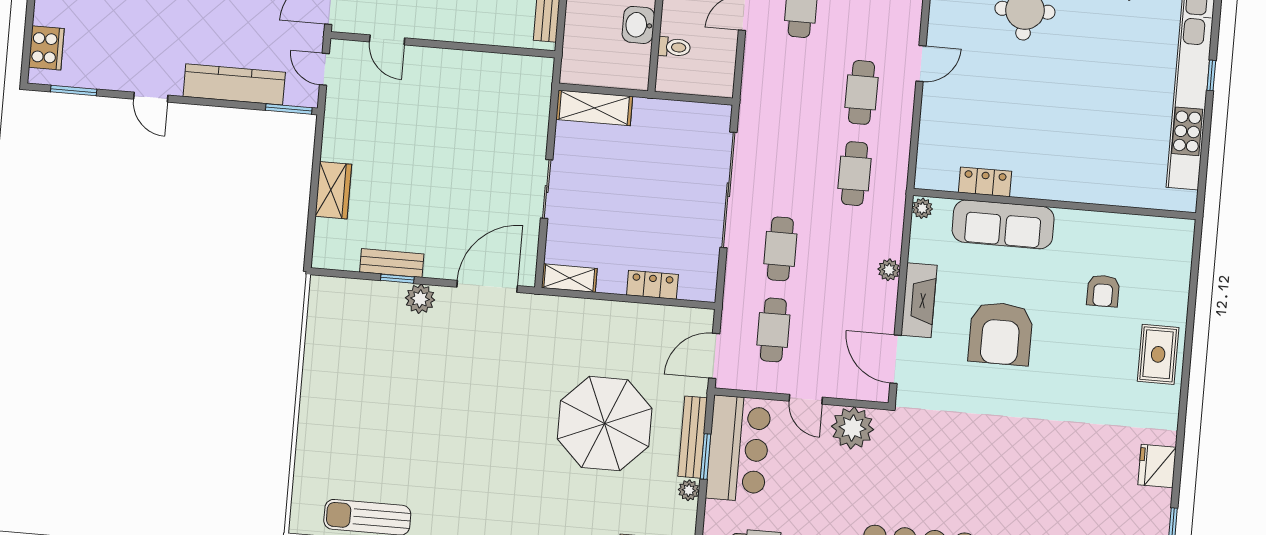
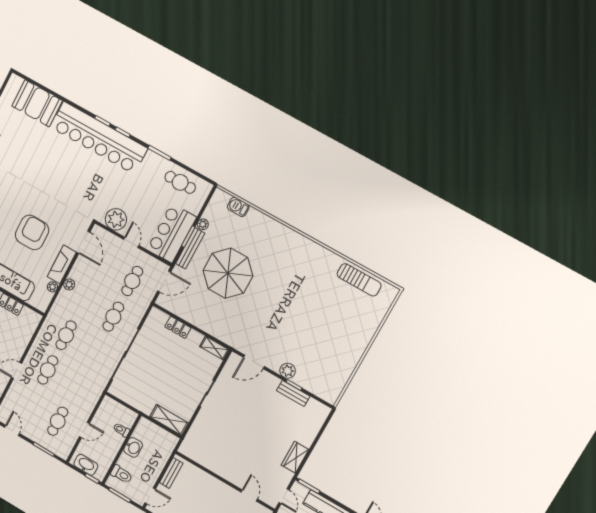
wardrobe: (333, 190) -> (295, 457), moved
plant: (922, 208) -> (52, 287), moved
door: (487, 286) -> (254, 362), width x0.73

